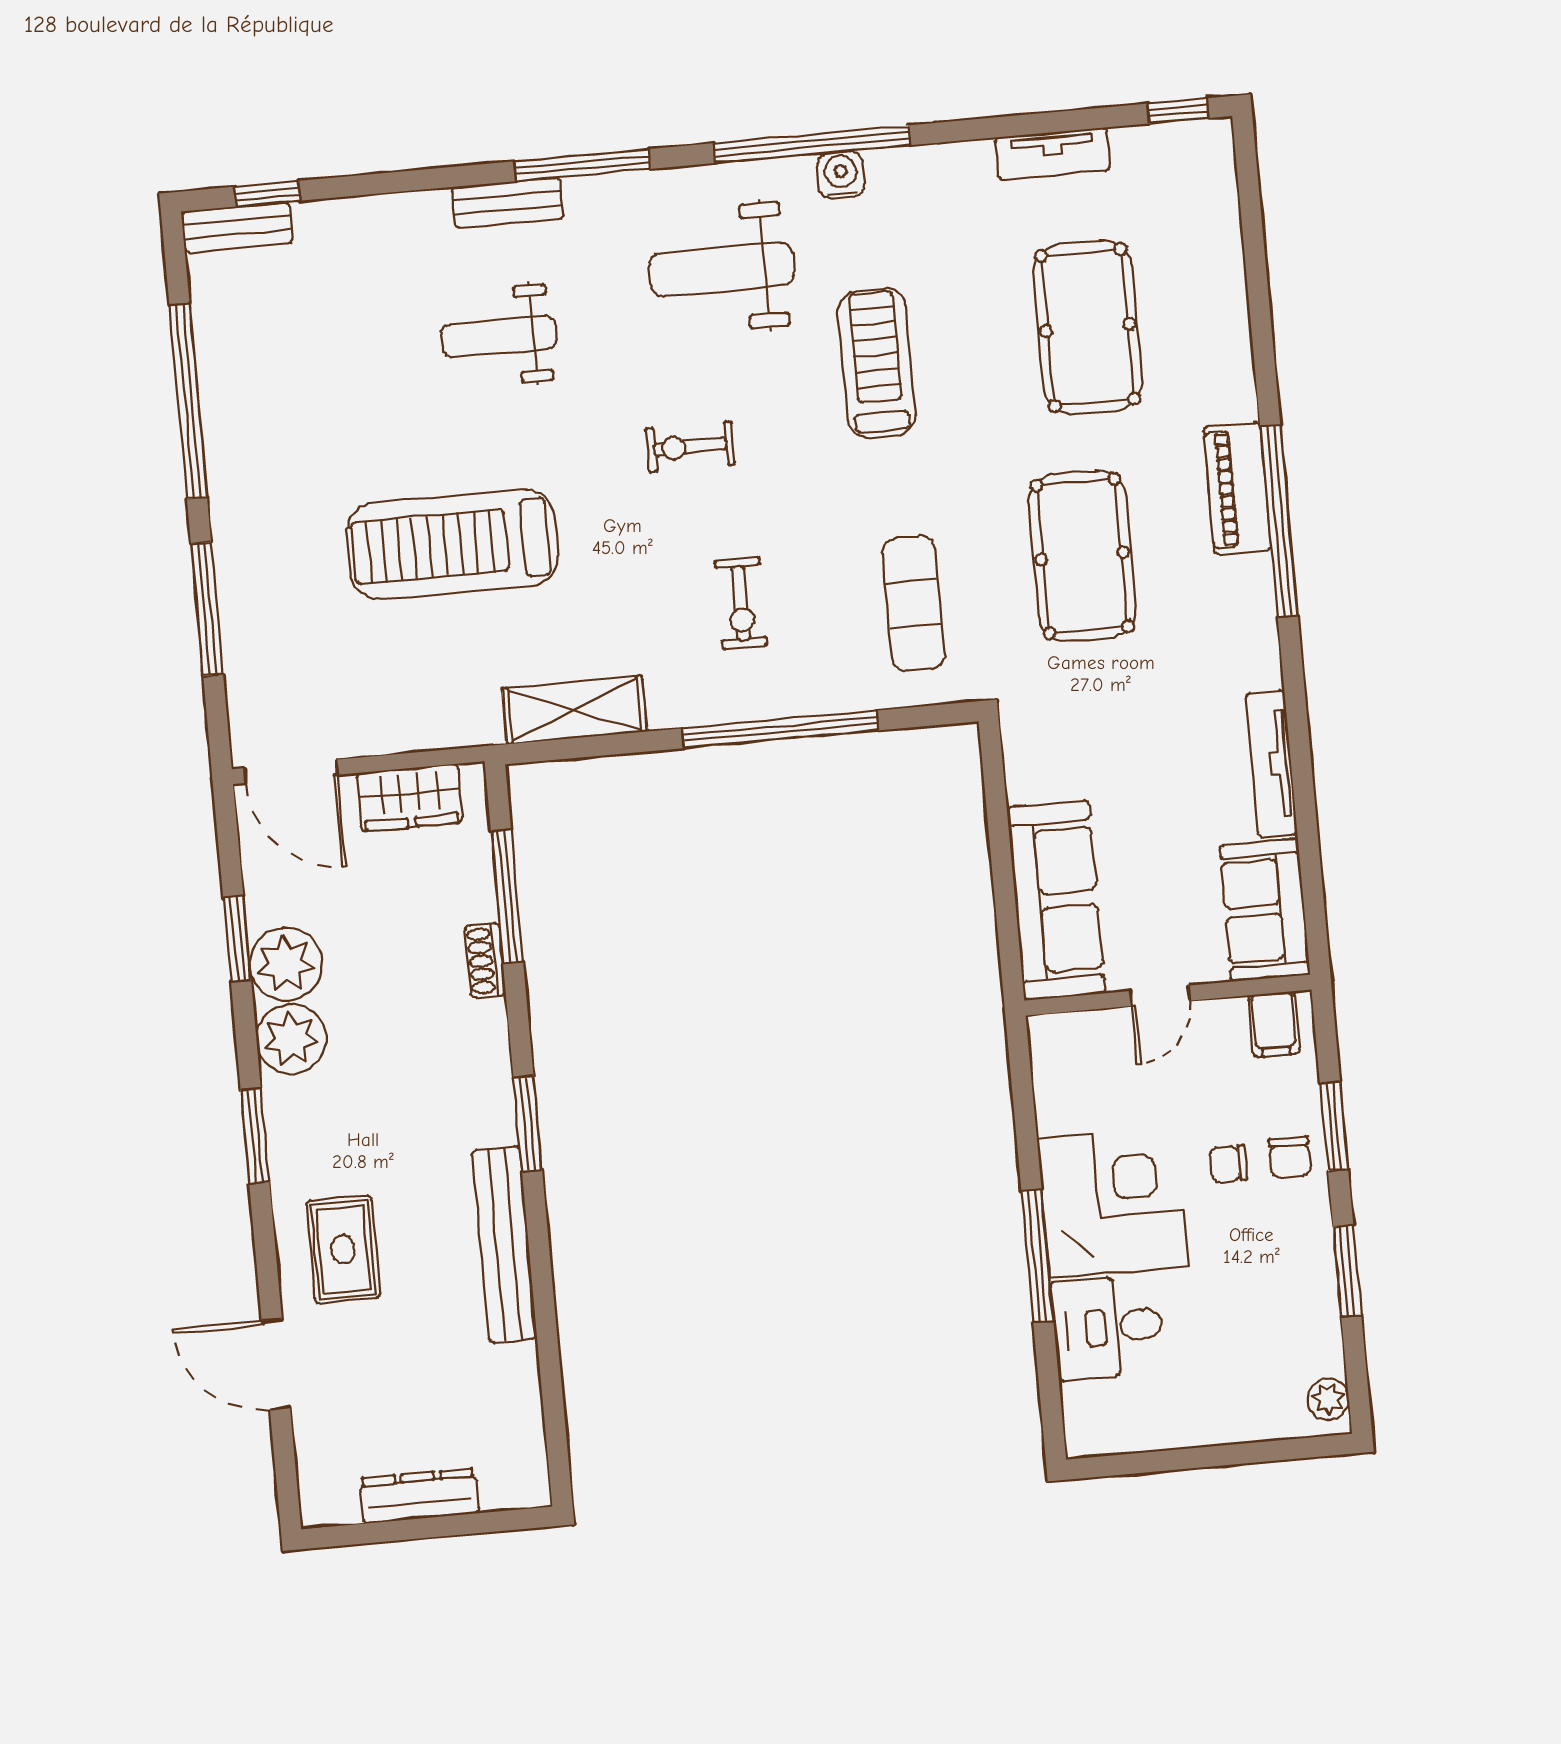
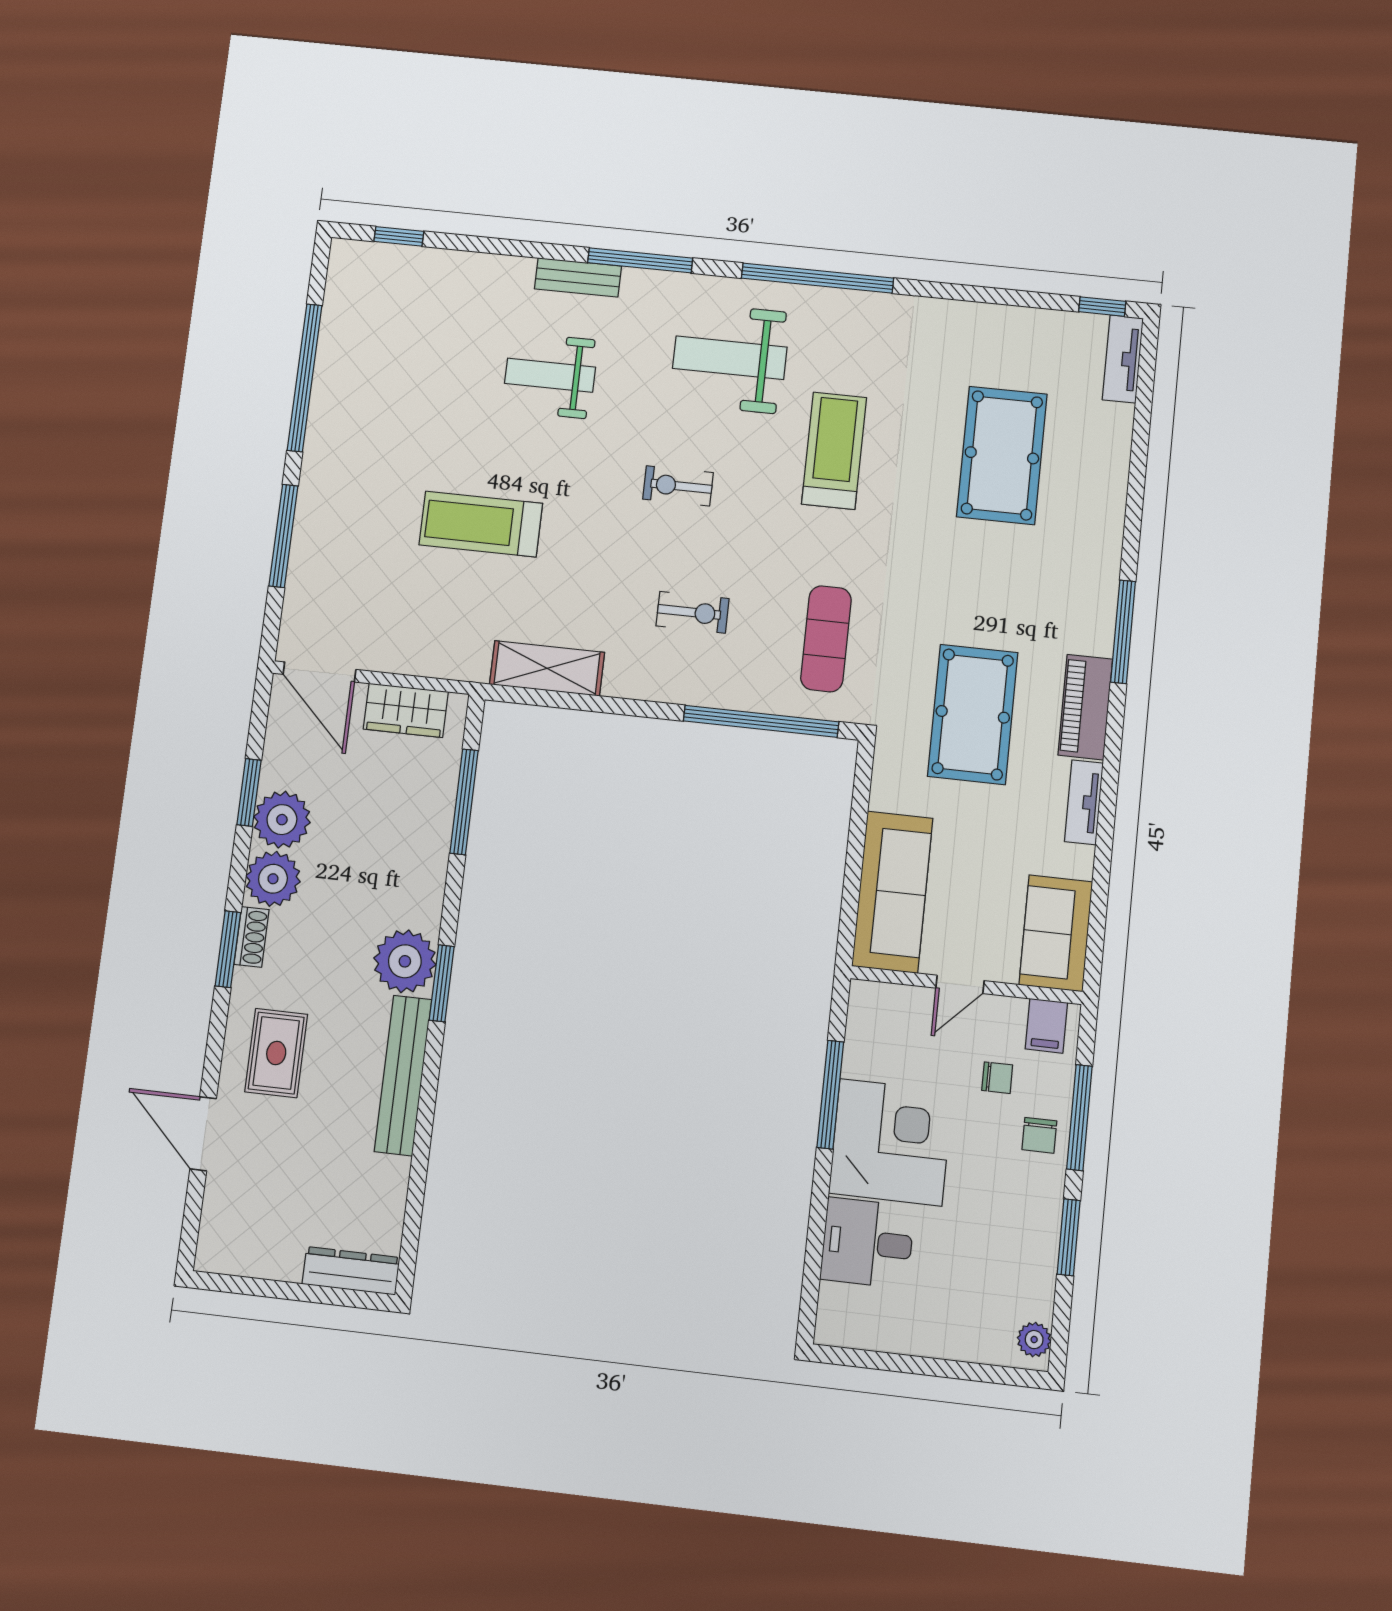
tv unit: (1053, 154) -> (1123, 359), moved, turned 90
water cooler: (841, 175) -> (835, 305), removed
bench: (237, 227) -> (370, 257), removed
piano: (1237, 488) -> (1085, 707), moved
window: (1279, 521) -> (1123, 632), width x0.68
treadmill: (453, 545) -> (481, 524), width x0.73, depth x0.73
pool table: (1082, 556) -> (973, 714), moved
exercise bike: (741, 603) -> (692, 612), turned -90
window: (780, 729) -> (761, 721), moved
tv unit: (1271, 764) -> (1084, 802), width x0.71
shoe rack: (485, 961) -> (252, 937), moved, turned 180
plant: (477, 1106) -> (405, 961), added
window: (1334, 1126) -> (1079, 1118), width x1.44
chair: (1228, 1164) -> (997, 1078), moved, turned 180
window: (1037, 1256) -> (830, 1095), moved
dresser: (419, 1496) -> (351, 1271), moved

